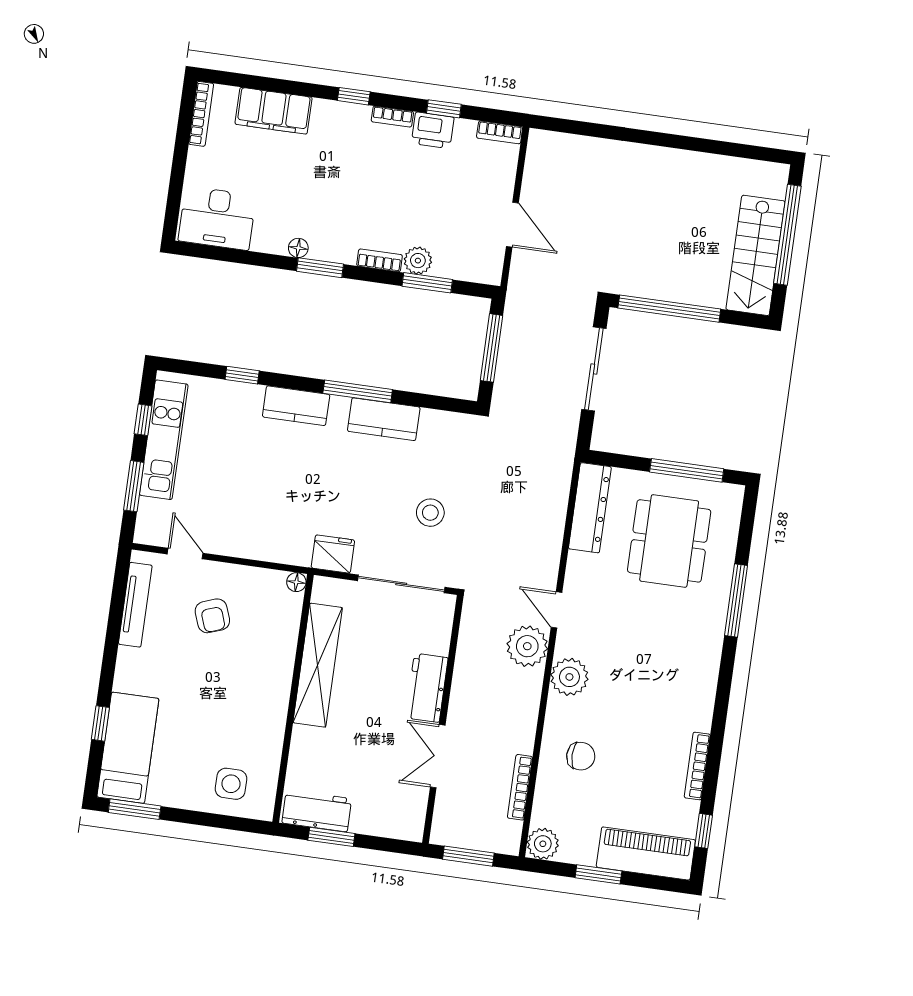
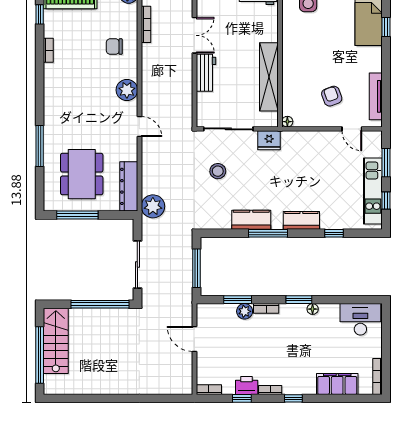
plant: (527, 646) -> (153, 206), moved
bookcase: (697, 766) -> (48, 50), width x0.64

